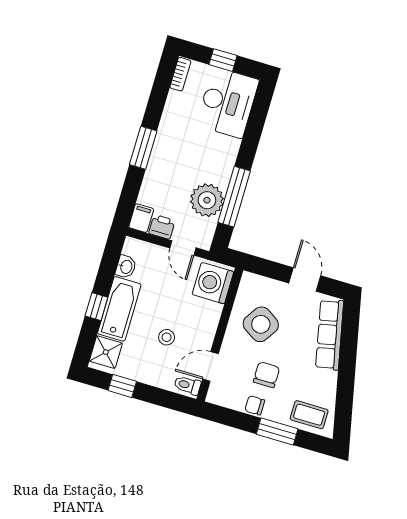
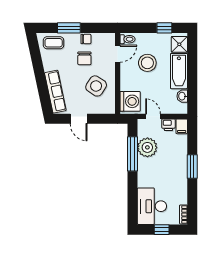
window: (96, 307) -> (192, 69), removed
stool: (167, 337) -> (147, 63), width x1.89, depth x1.89

